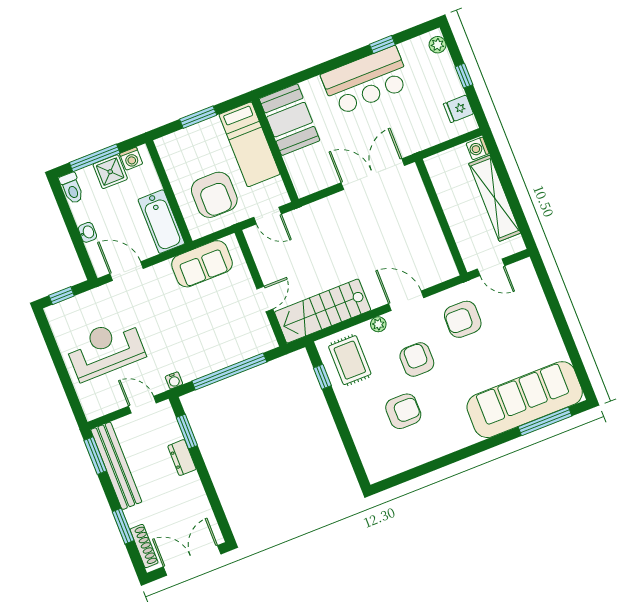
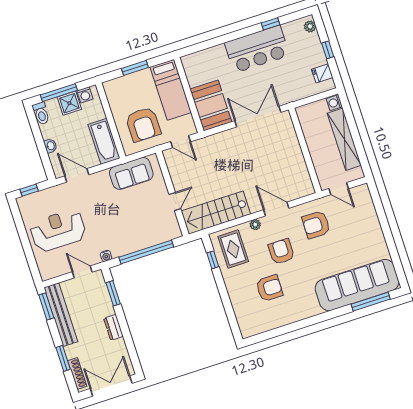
booth: (290, 120) -> (211, 105), moved
dresser: (182, 458) -> (113, 327), moved

